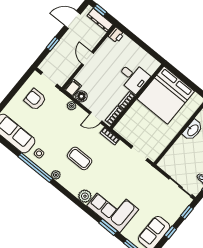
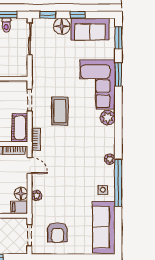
cot: (126, 132) -> (20, 128), added
coffee table: (80, 158) -> (60, 111), moved
floor lamp: (171, 215) -> (62, 26), added

